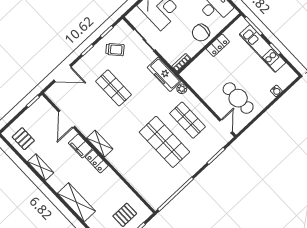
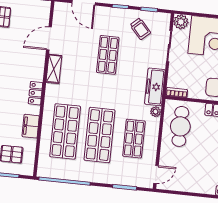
plant: (134, 17) -> (181, 22), added
cafe table: (238, 98) -> (180, 126), moved
shelving: (100, 144) -> (54, 69), moved
filing cabinet: (80, 146) -> (31, 126), moved
shop shelf: (141, 164) -> (65, 131), added

